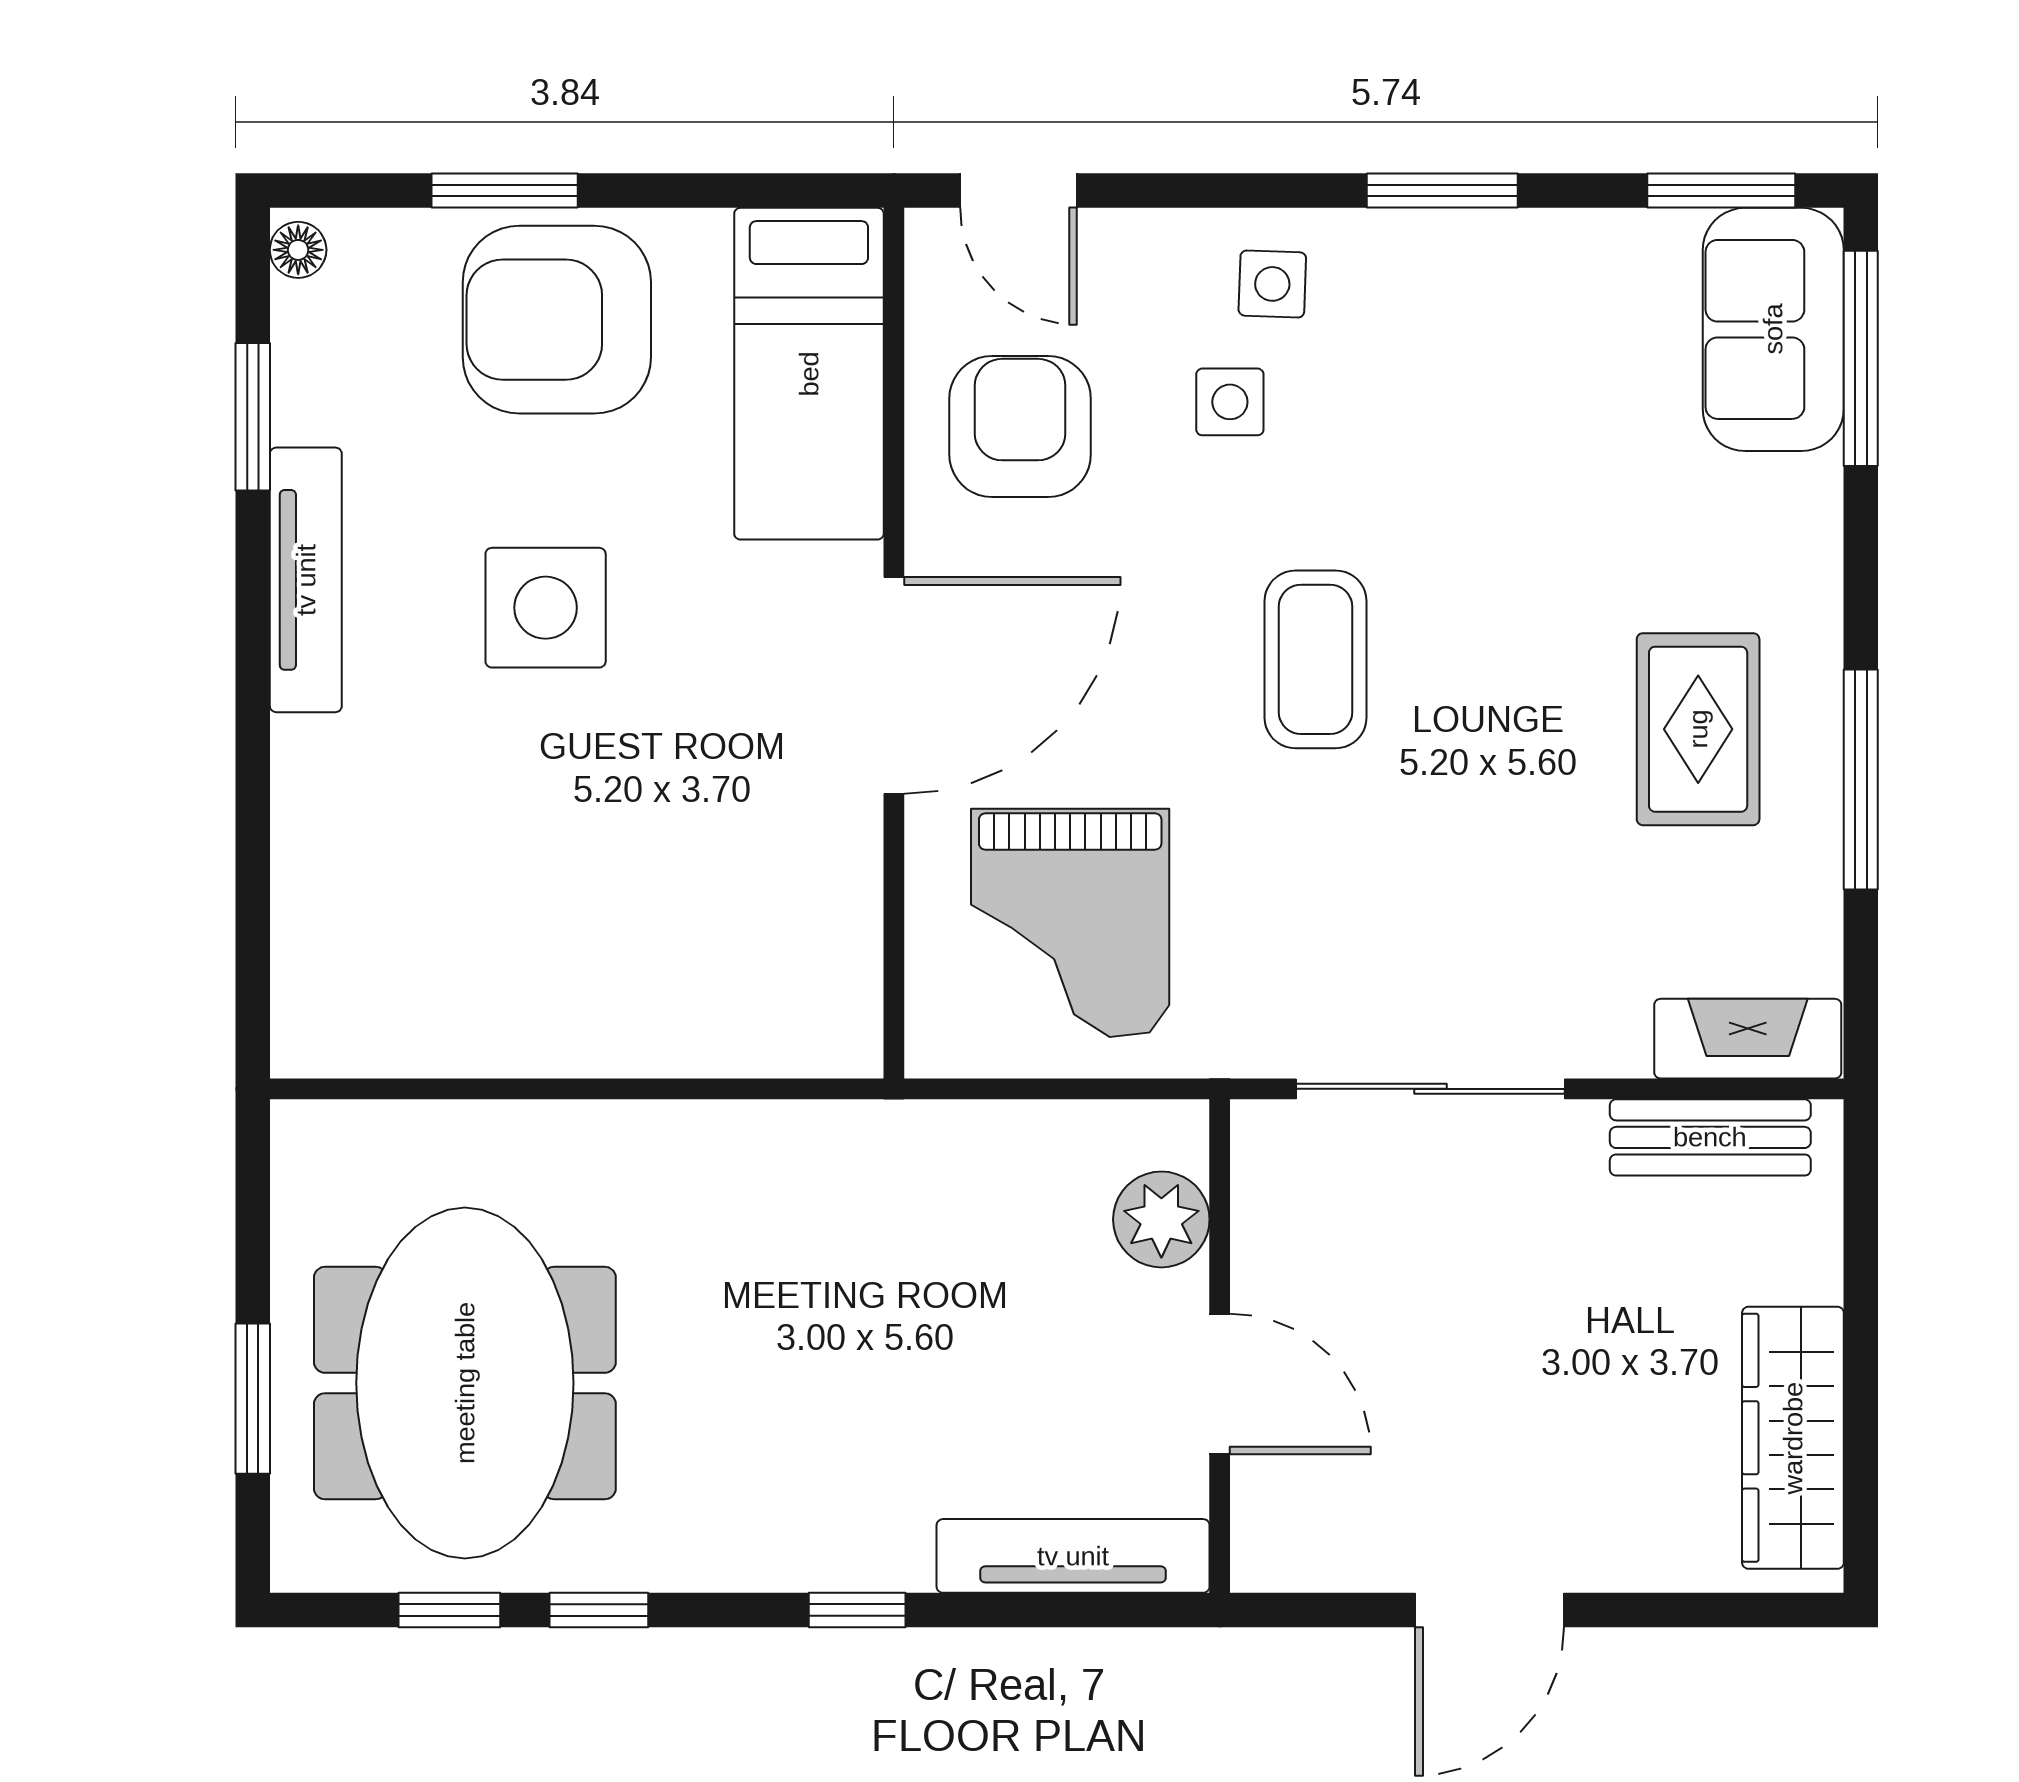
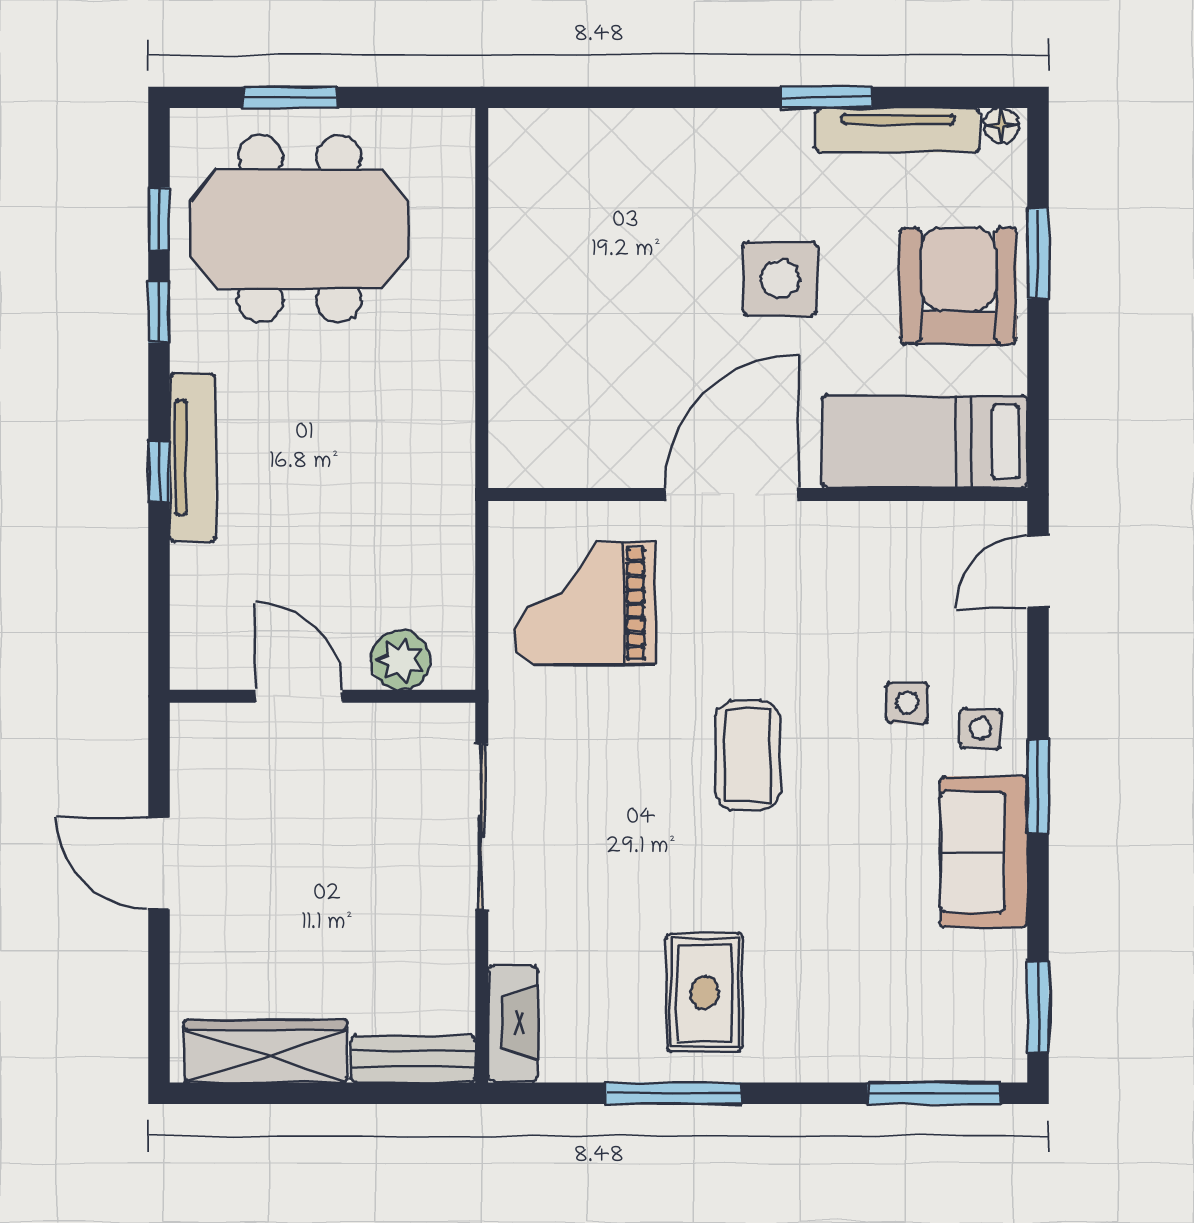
window: (1442, 191) -> (1038, 787), moved
sofa: (1773, 329) -> (984, 852), moved, turned -90
window: (253, 417) -> (827, 97), moved
armchair: (1020, 427) -> (892, 573), removed
tv unit: (306, 580) -> (898, 130), moved
coffee table: (1316, 659) -> (748, 756), turned 90
door: (894, 685) -> (732, 494), swing flipped
rug: (1698, 729) -> (704, 993), turned 90
bench: (1710, 1137) -> (413, 1059), moved, turned 90
door: (1220, 1384) -> (299, 696), swing flipped
tv unit: (1073, 1556) -> (192, 457), moved

